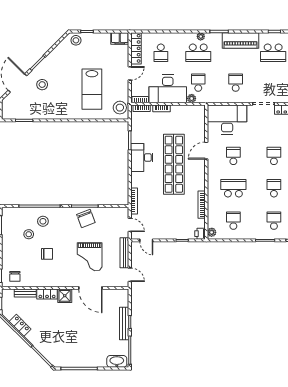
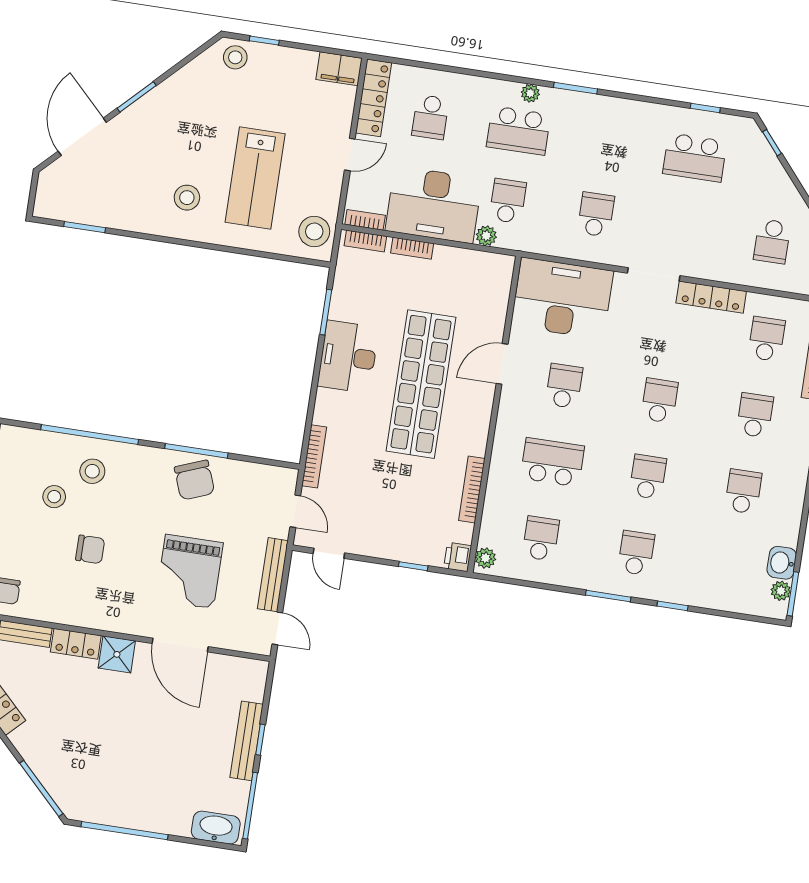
piano: (240, 40) -> (622, 117), removed
stool: (42, 85) -> (187, 198), moved

